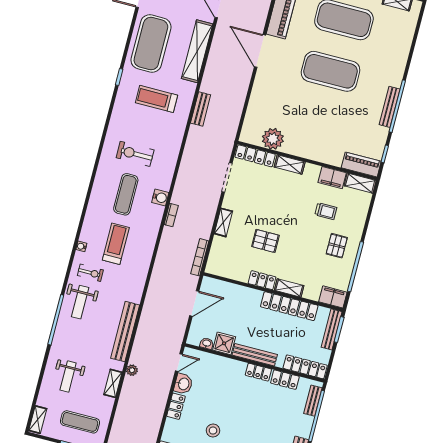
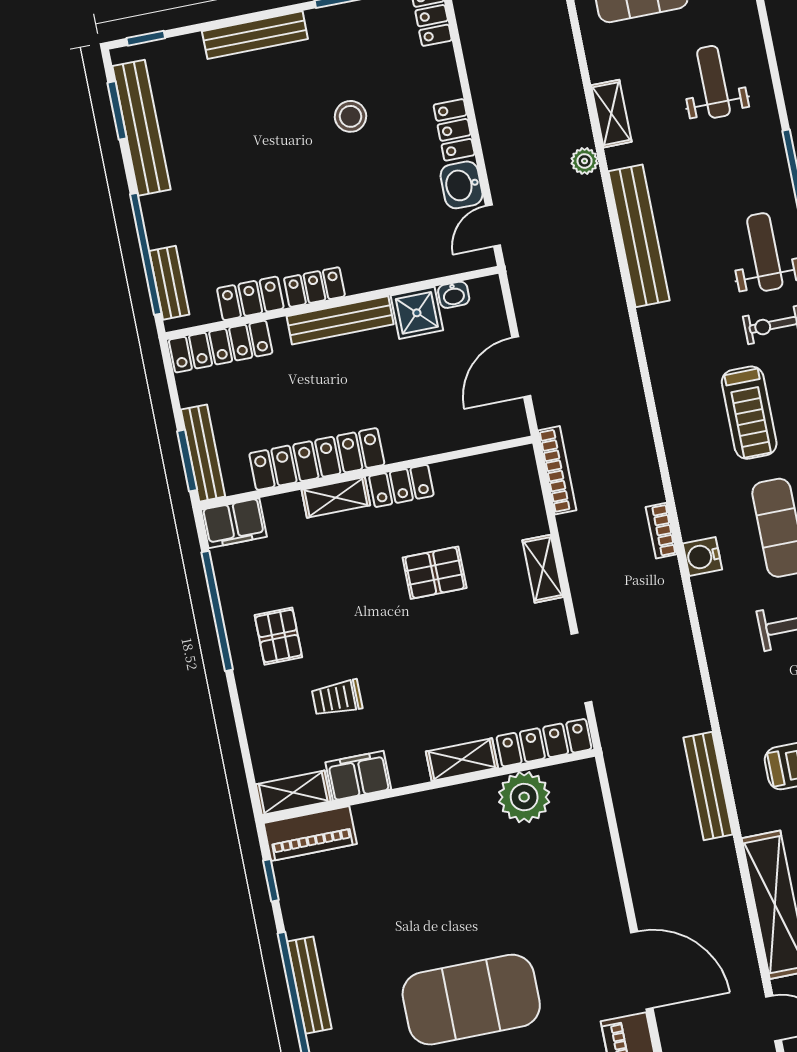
bench: (201, 109) -> (708, 786), width x1.36

